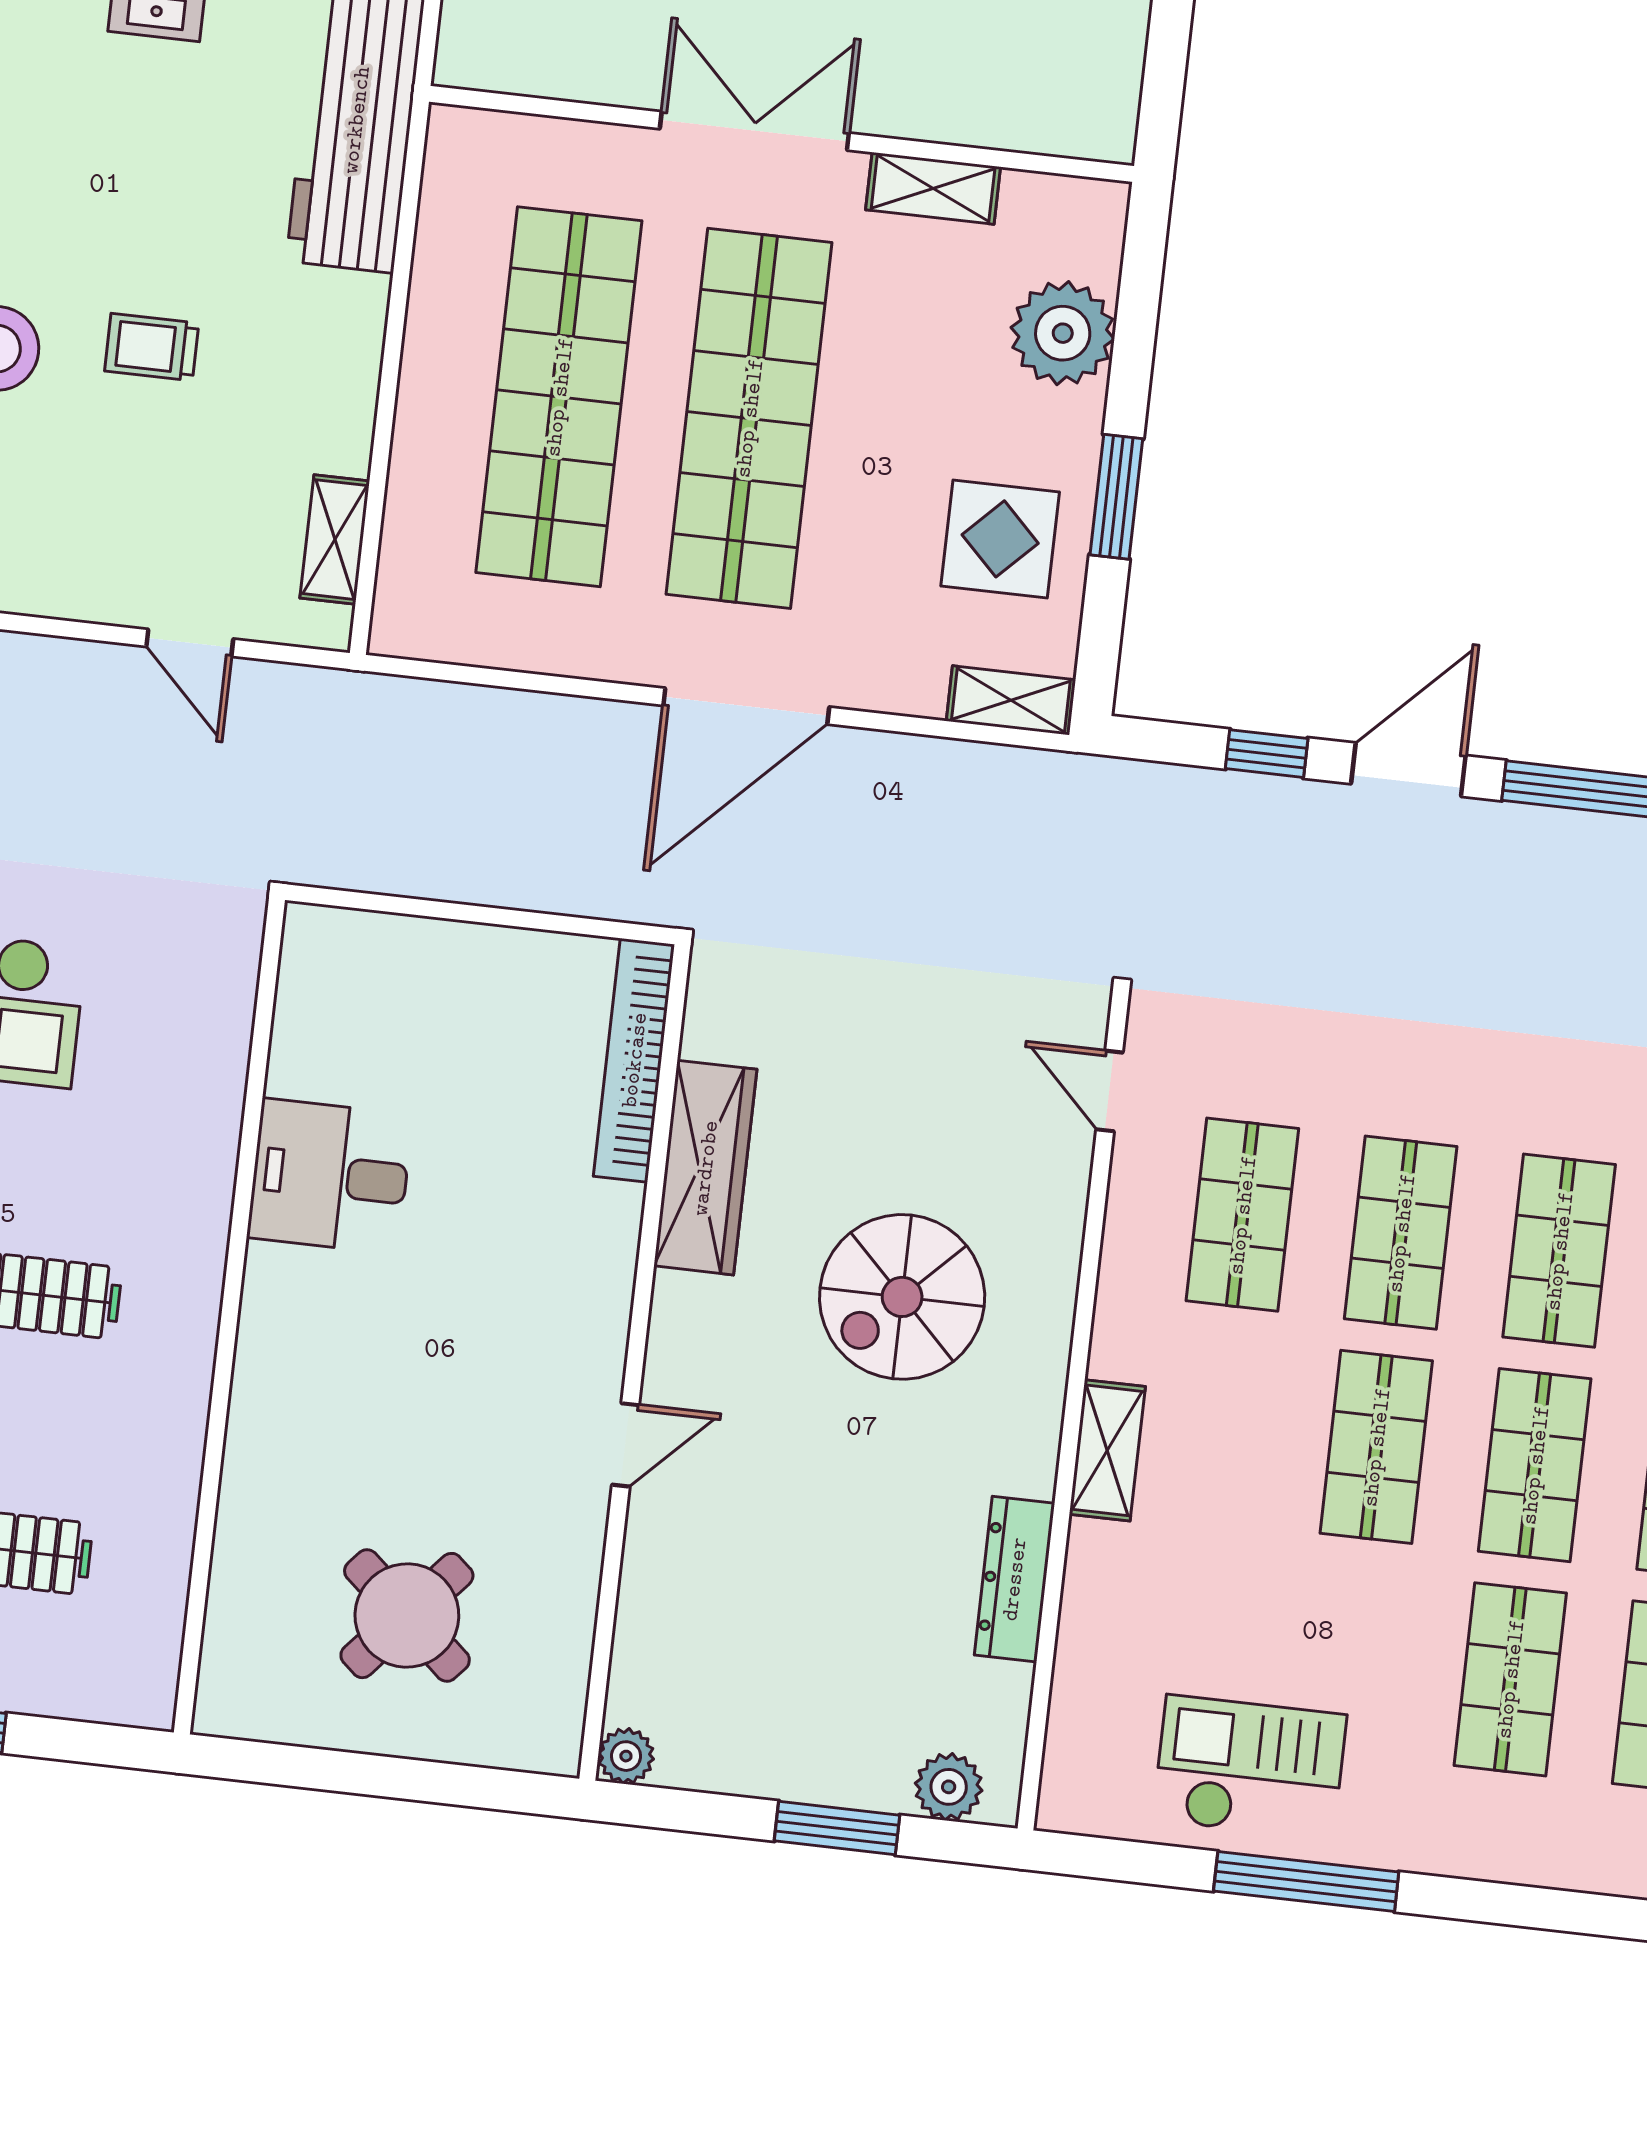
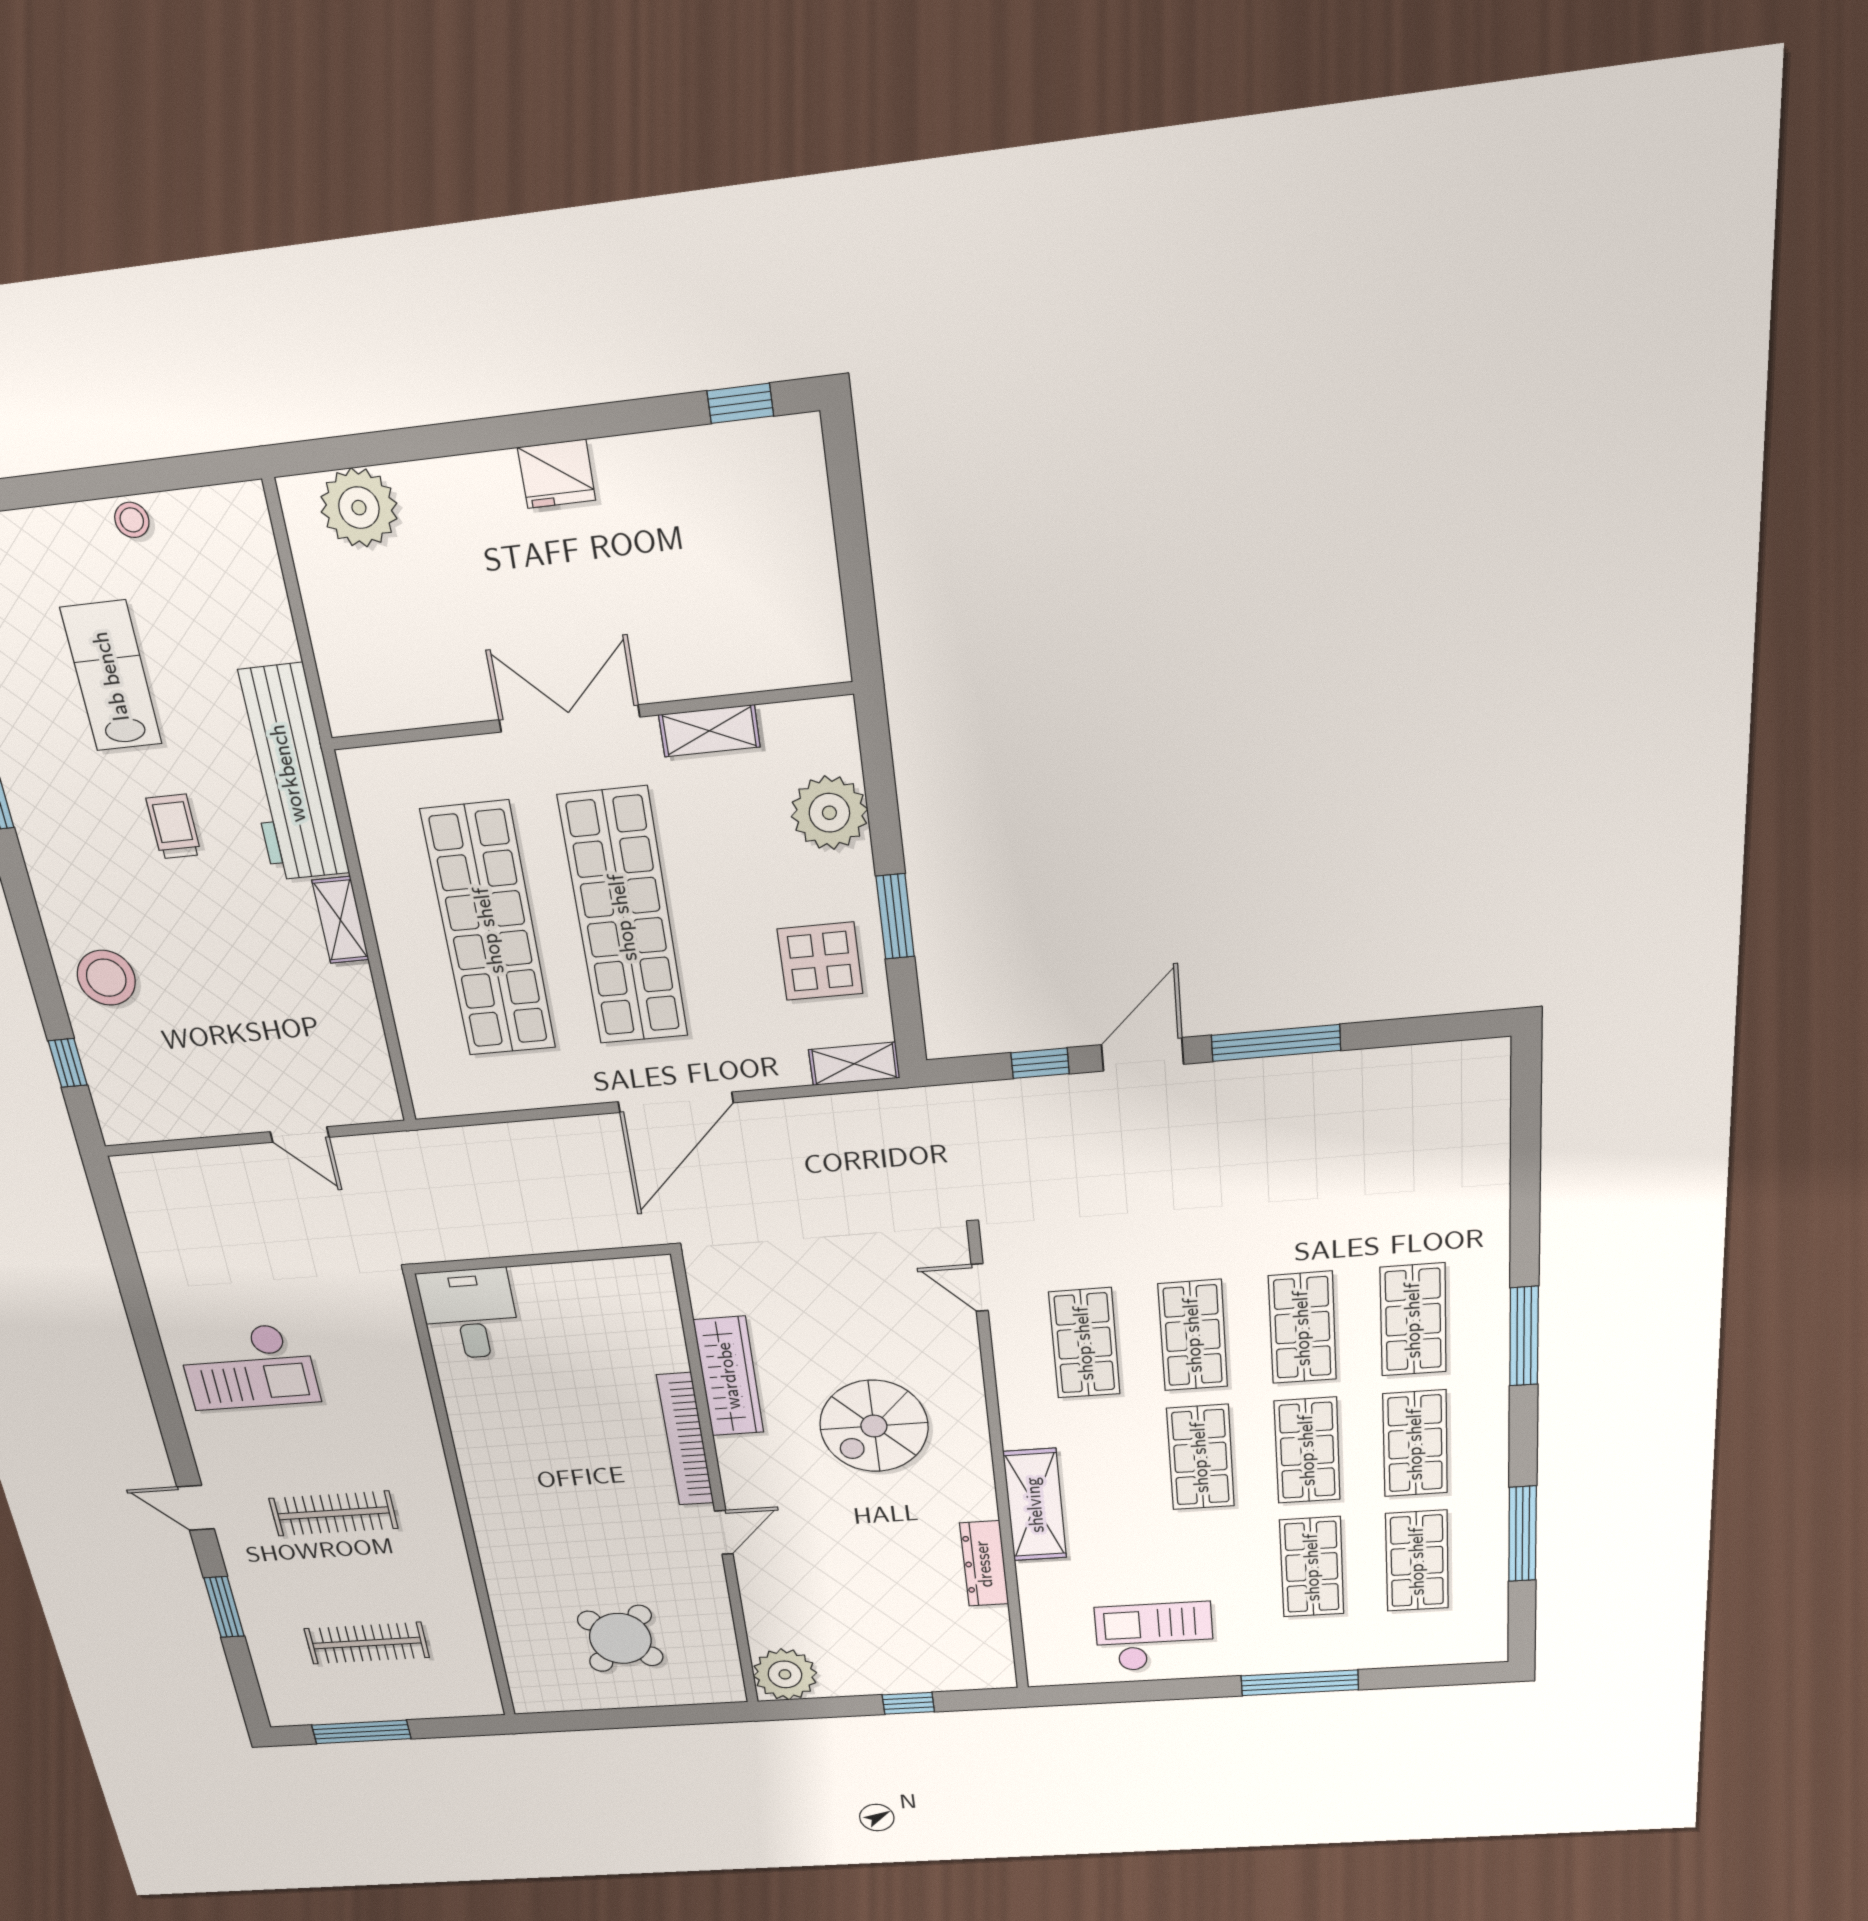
trolley: (152, 347) -> (174, 827), moved, turned 90
shelving: (335, 540) -> (340, 920), moved
bookcase: (634, 1060) -> (685, 1439), moved
desk: (330, 1176) -> (469, 1314), moved, turned 90
shelving: (1107, 1450) -> (1035, 1505), width x1.50, depth x1.33
plant: (626, 1756) -> (785, 1674), width x1.88, depth x1.88
plant: (949, 1787) -> (970, 1674), removed
window: (837, 1828) -> (908, 1703), width x0.67
window: (1306, 1881) -> (1300, 1683), moved

